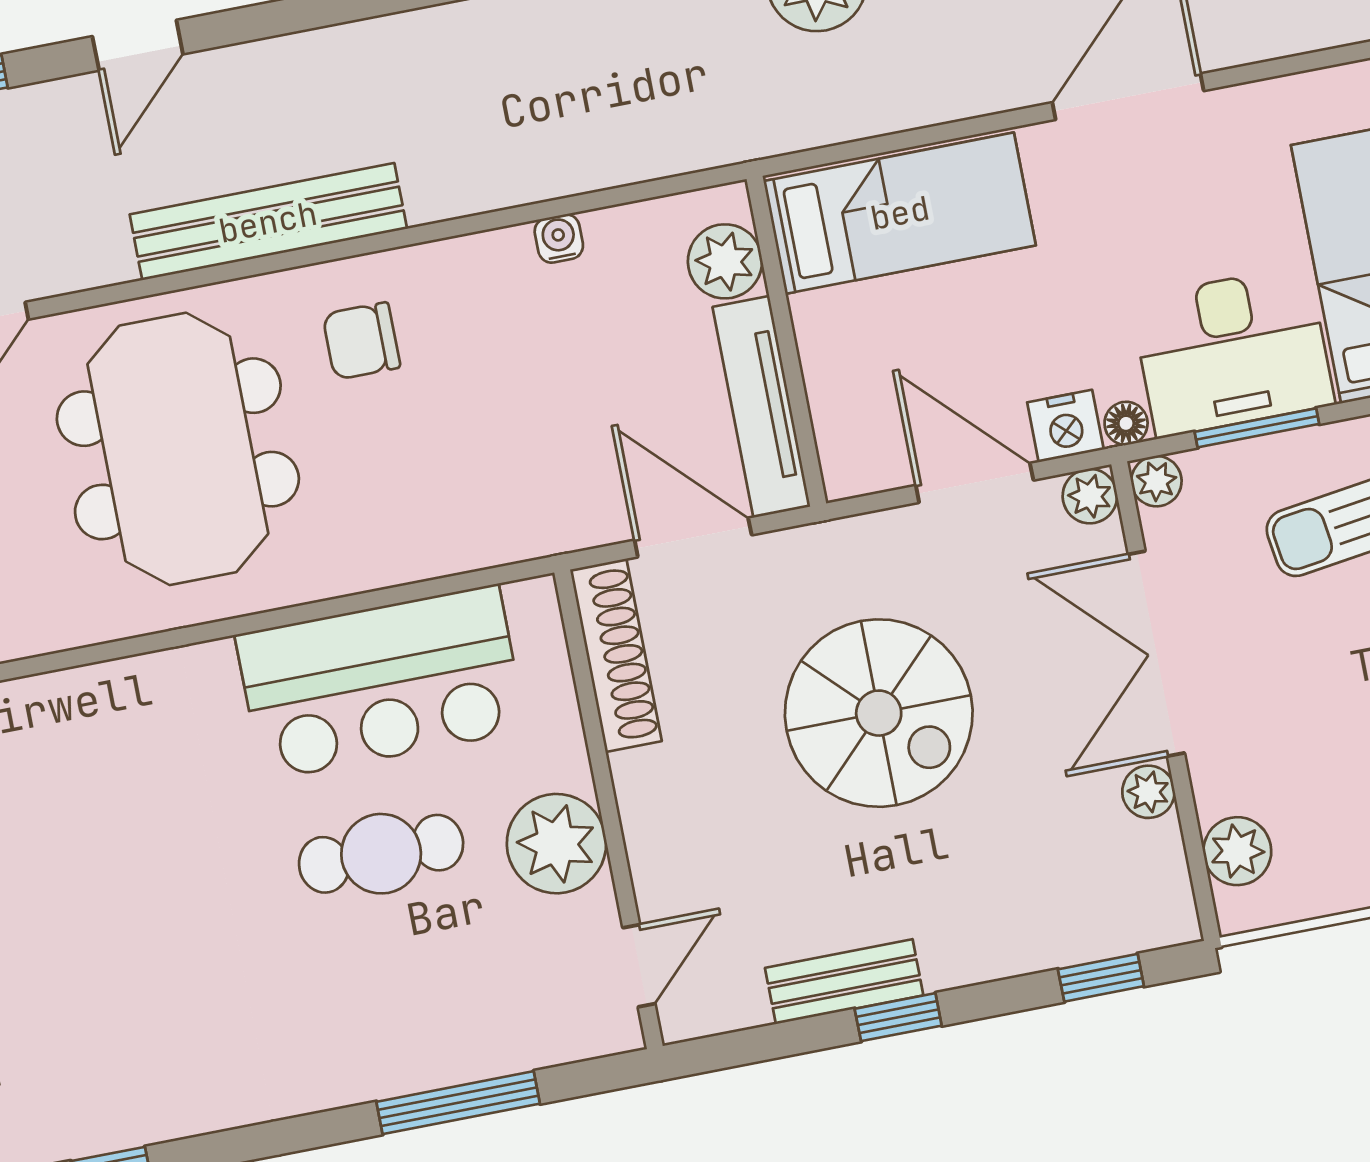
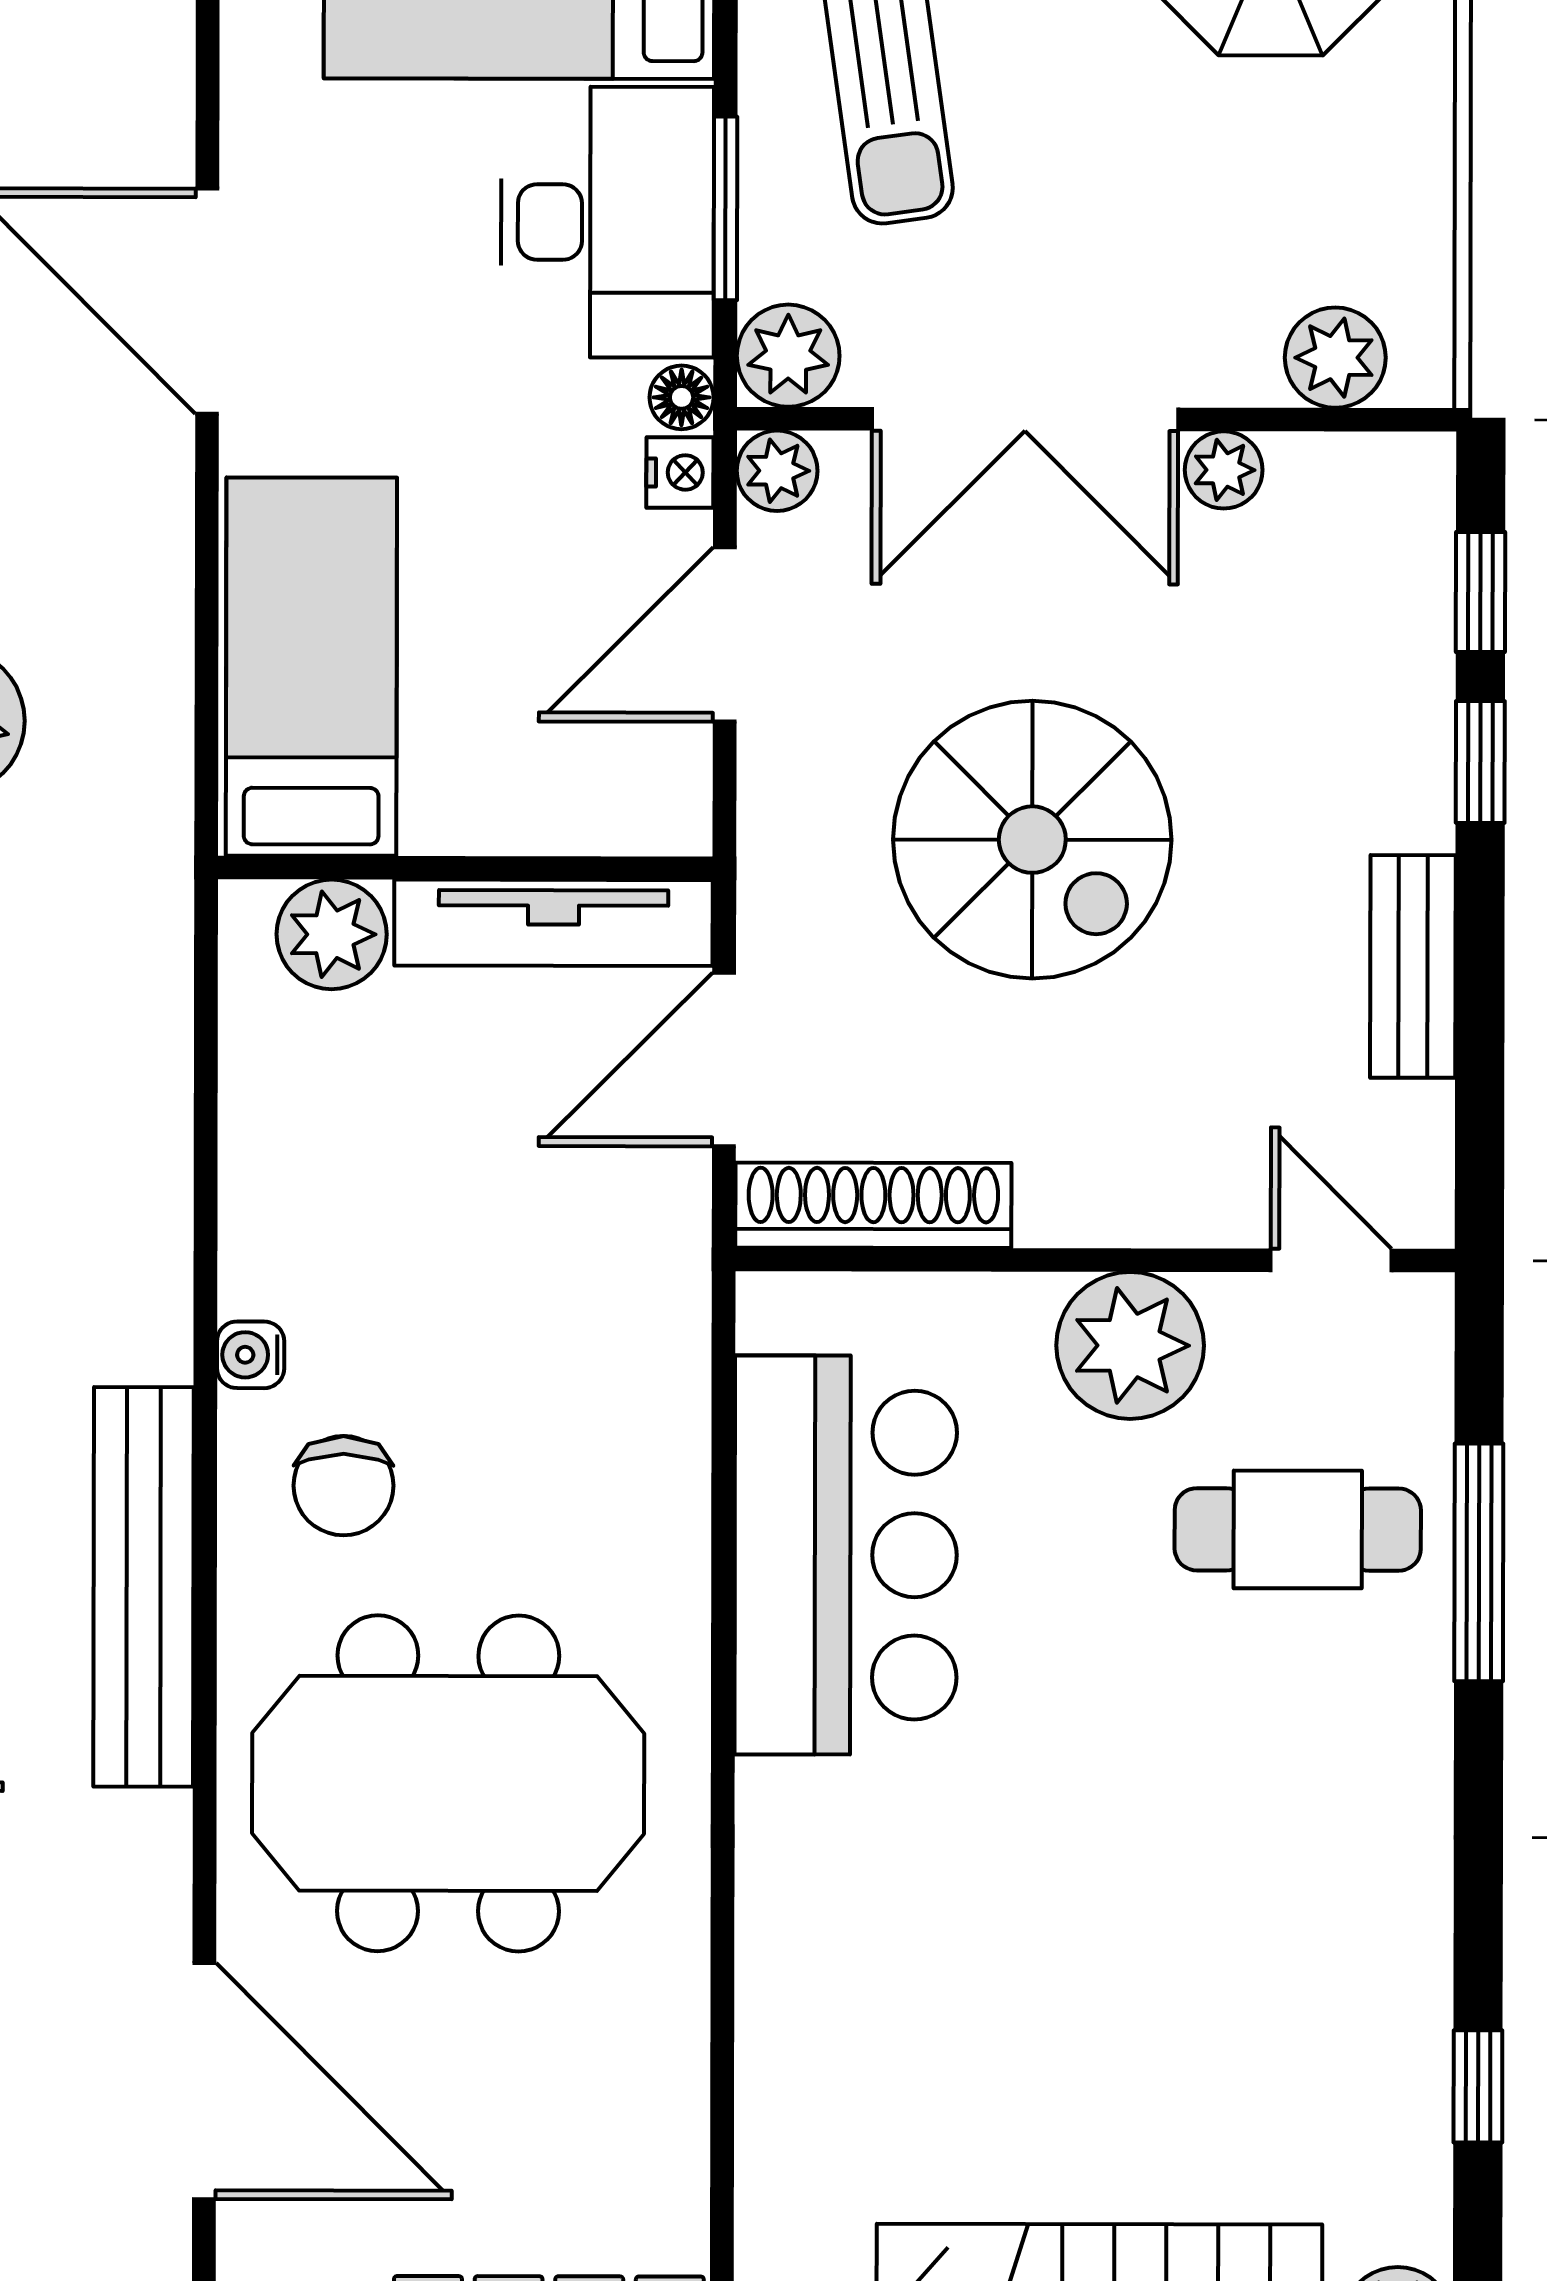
water cooler: (559, 238) -> (251, 1355), moved
nightstand: (1065, 426) -> (680, 472), width x0.72, depth x0.74
plant: (1156, 481) -> (788, 356), width x1.38, depth x1.38
spiral stairs: (879, 713) -> (1032, 840), turned 90
cafe table: (381, 854) -> (1298, 1529), moved, turned 90
window: (898, 1017) -> (1480, 762), moved

